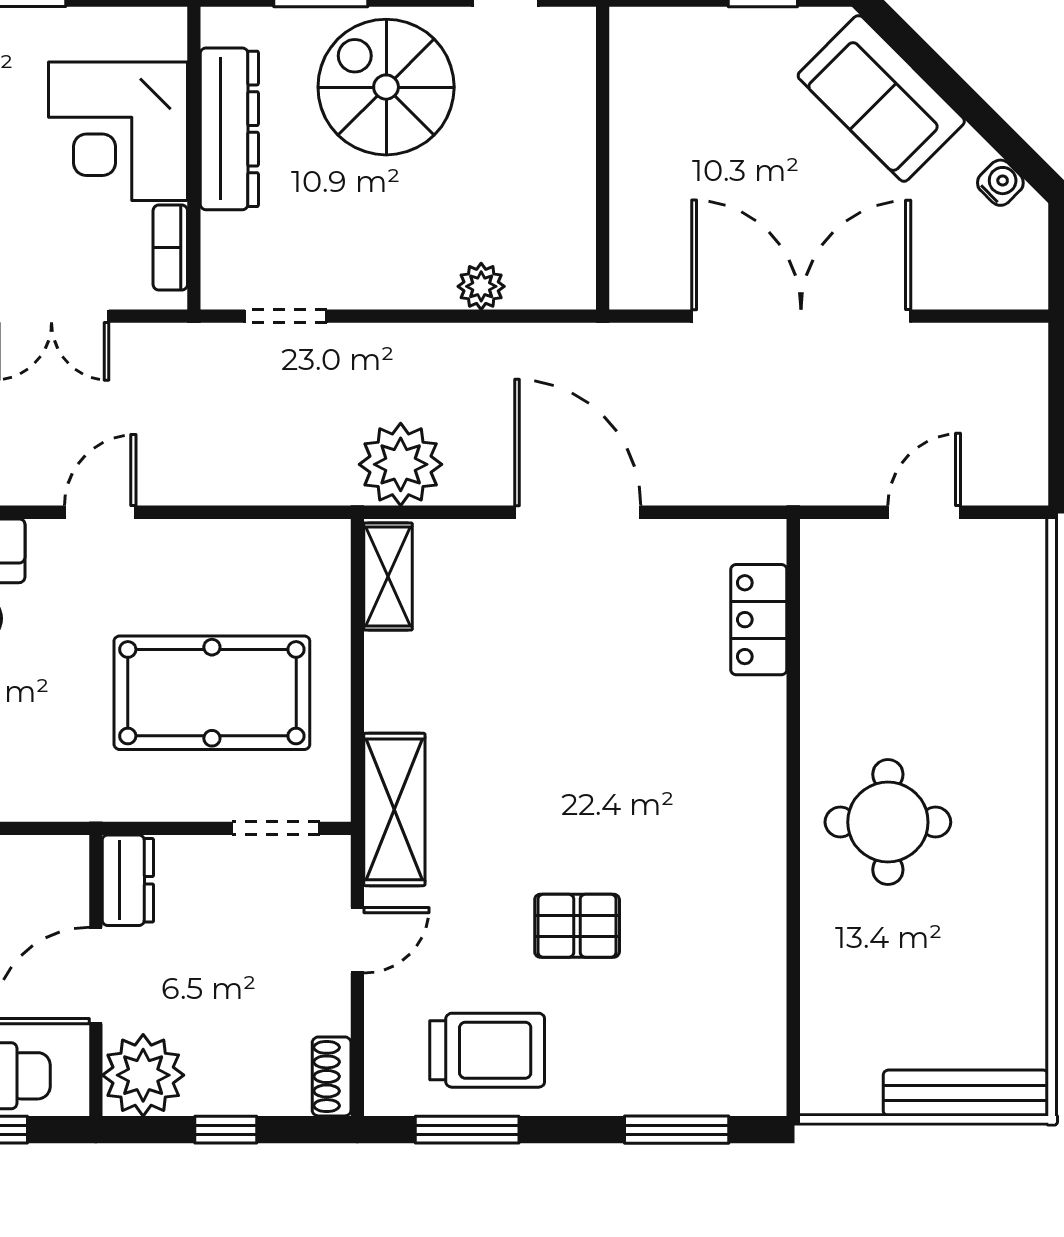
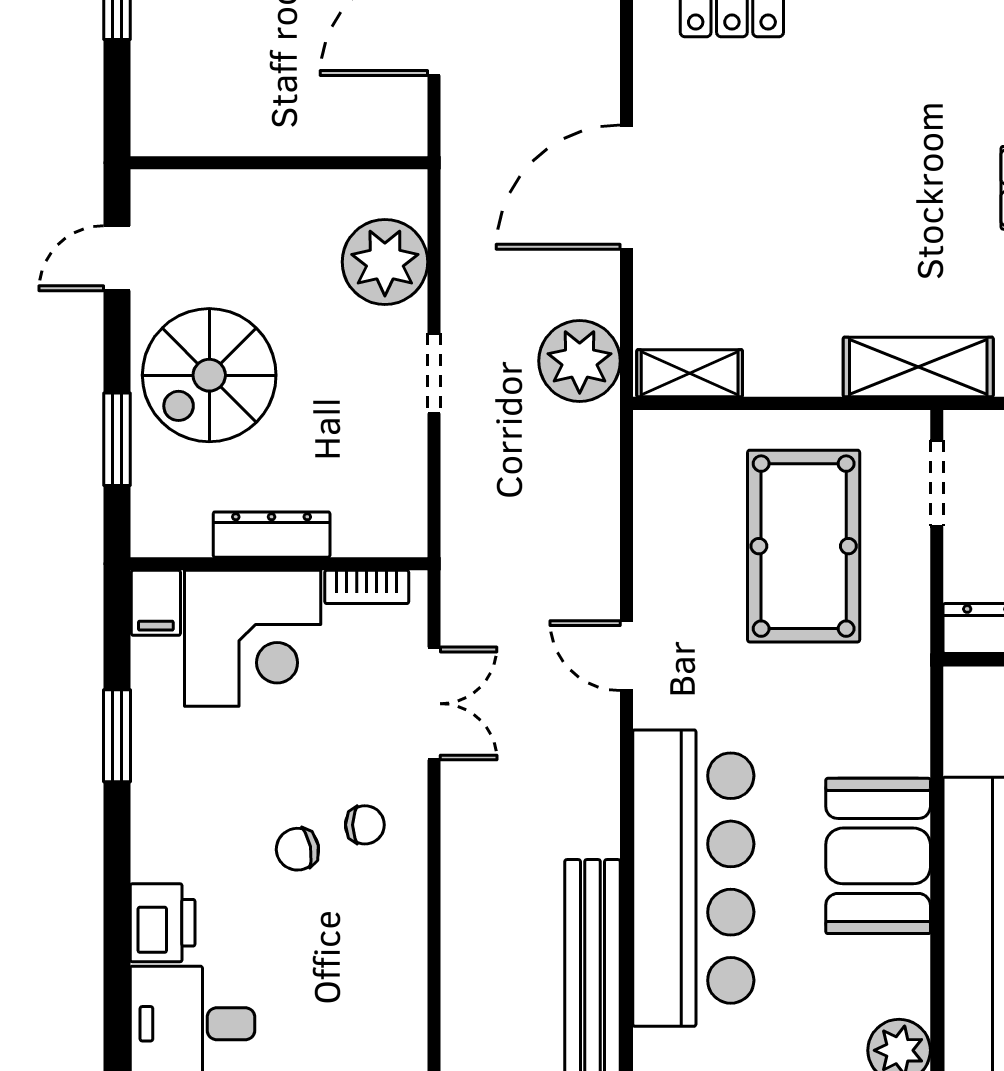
filing cabinet: (154, 33) -> (156, 603), added
dresser: (229, 129) -> (272, 535), width x0.73, depth x0.80
plant: (481, 286) -> (385, 262), width x1.87, depth x1.87
doorway: (286, 316) -> (434, 373), moved

